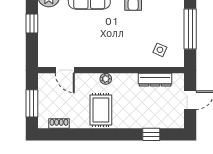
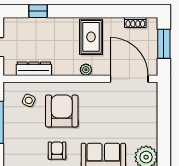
window: (32, 23) -> (164, 128), removed
armchair: (129, 40) -> (62, 111), added
door: (65, 70) -> (129, 79), width x1.87

